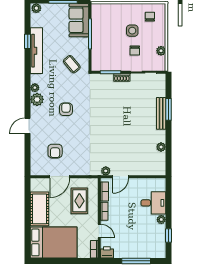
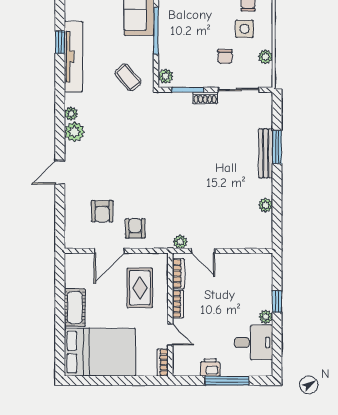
side table: (132, 31) -> (244, 29), moved
plant: (96, 63) -> (166, 76), added
armchair: (66, 109) -> (135, 228), moved
door: (121, 177) -> (203, 251), hinge flipped
desk: (153, 203) -> (254, 342), moved
cot: (40, 209) -> (75, 308), width x0.73, depth x0.75
window: (169, 235) -> (277, 302), moved
printer: (107, 252) -> (210, 367), moved

